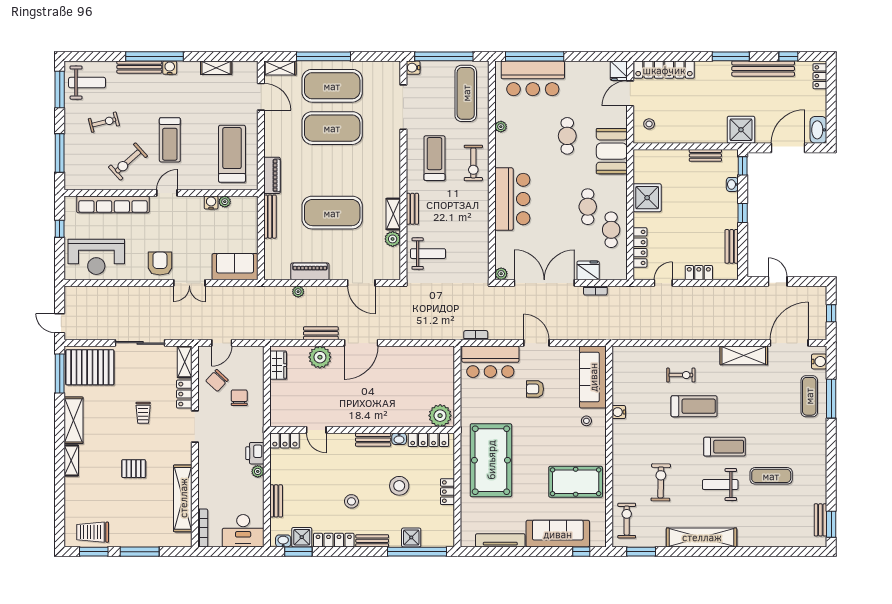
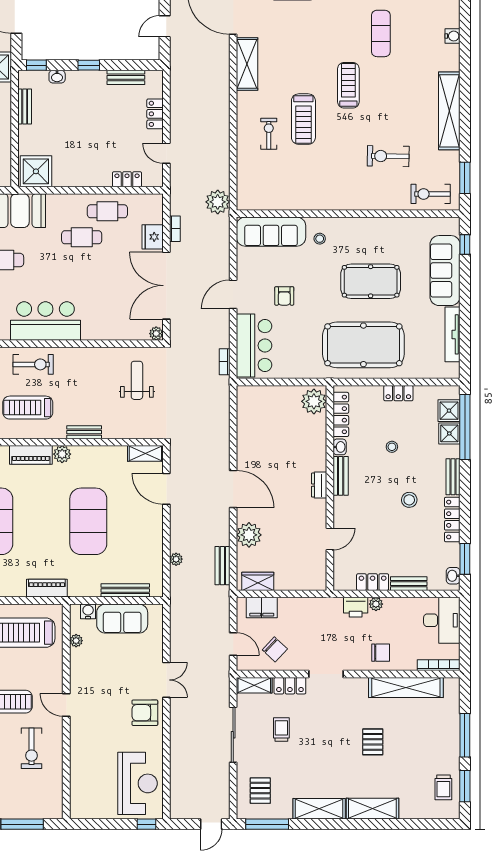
exercise bike: (128, 162) -> (32, 748), turned 42
shower: (647, 198) -> (36, 171), moved
bar counter: (512, 199) -> (45, 321), moved
water cooler: (211, 203) -> (88, 611), moved, turned 90
row of seats: (113, 204) -> (79, 765), removed
shelving: (393, 214) -> (145, 453), moved
bench: (270, 217) -> (125, 590), moved
window: (60, 229) -> (147, 824), moved
plant: (393, 239) -> (62, 454), moved
locker: (640, 247) -> (127, 179), width x0.66
weight bench: (428, 254) -> (137, 380), moved
sofa: (235, 267) -> (122, 619), moved, turned -90
piano: (310, 271) -> (31, 455), moved, turned -90
door: (361, 283) -> (166, 489), swing flipped
plant: (619, 329) -> (218, 202), added
bench: (321, 333) -> (222, 566), moved
pallet: (90, 367) -> (260, 791), width x0.49, depth x0.50
filing cabinet: (255, 369) -> (262, 607), added
chair: (239, 398) -> (381, 653), moved, turned 180
treadmill: (694, 406) -> (303, 119), turned 180
water cooler: (619, 412) -> (453, 36), moved, turned -90
trolley: (143, 413) -> (281, 730), moved, turned -90
dresser: (365, 420) -> (319, 485), added
locker: (285, 441) -> (373, 582), moved, turned -90
shelving: (71, 460) -> (372, 809), width x1.50, depth x1.33
pool table: (576, 482) -> (371, 281), moved, turned 90
weight bench: (720, 485) -> (391, 90), removed
stool: (399, 486) -> (392, 447), width x0.53, depth x0.53
trolley: (93, 532) -> (443, 787), width x0.73, depth x0.72
shower: (302, 537) -> (449, 411), moved

